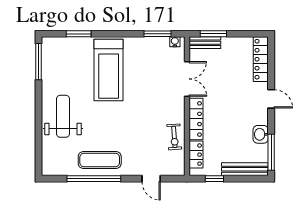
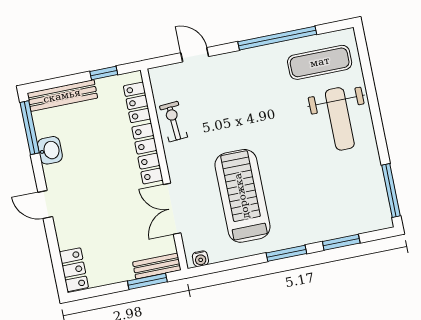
window: (158, 34) -> (286, 253), moved
locker: (261, 59) -> (74, 270), width x0.66
treadmill: (109, 70) -> (242, 196), moved
exercise mat: (100, 160) -> (320, 62), moved

